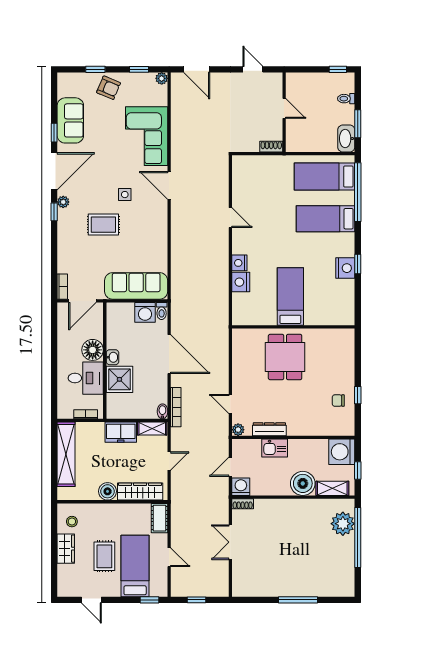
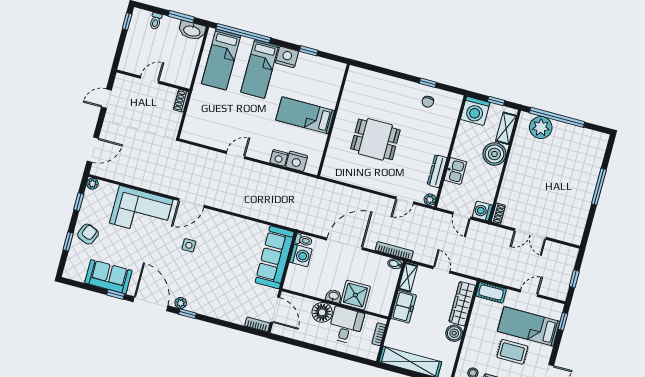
rug: (103, 225) -> (211, 272), removed
nightstand: (345, 268) -> (287, 57), moved
bed: (290, 297) -> (305, 115), moved
wall: (293, 327) -> (333, 120), moved

